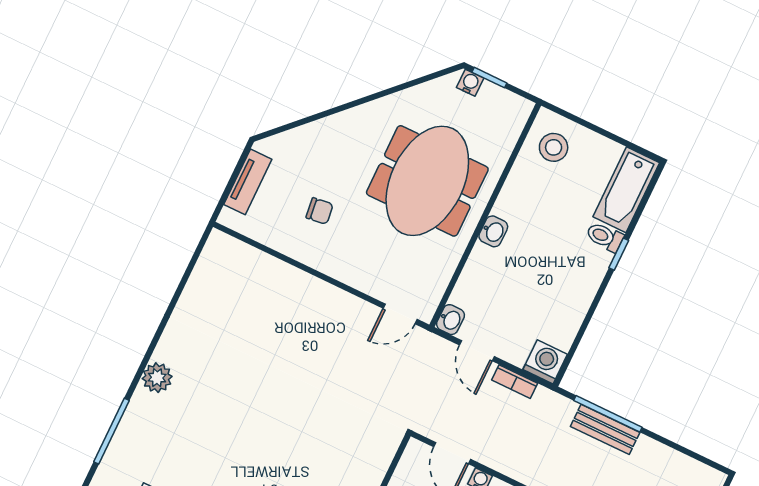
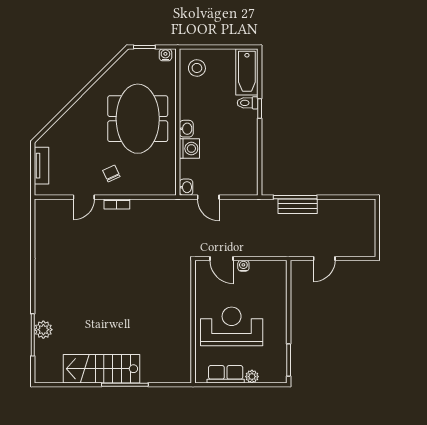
water cooler: (470, 83) -> (165, 55), moved
chair: (320, 211) -> (111, 173), moved, turned -108
door: (400, 314) -> (84, 197), moved
washing machine: (545, 362) -> (189, 149), moved, turned 90
plant: (157, 378) -> (43, 330), moved
bookcase: (515, 382) -> (117, 204), moved

